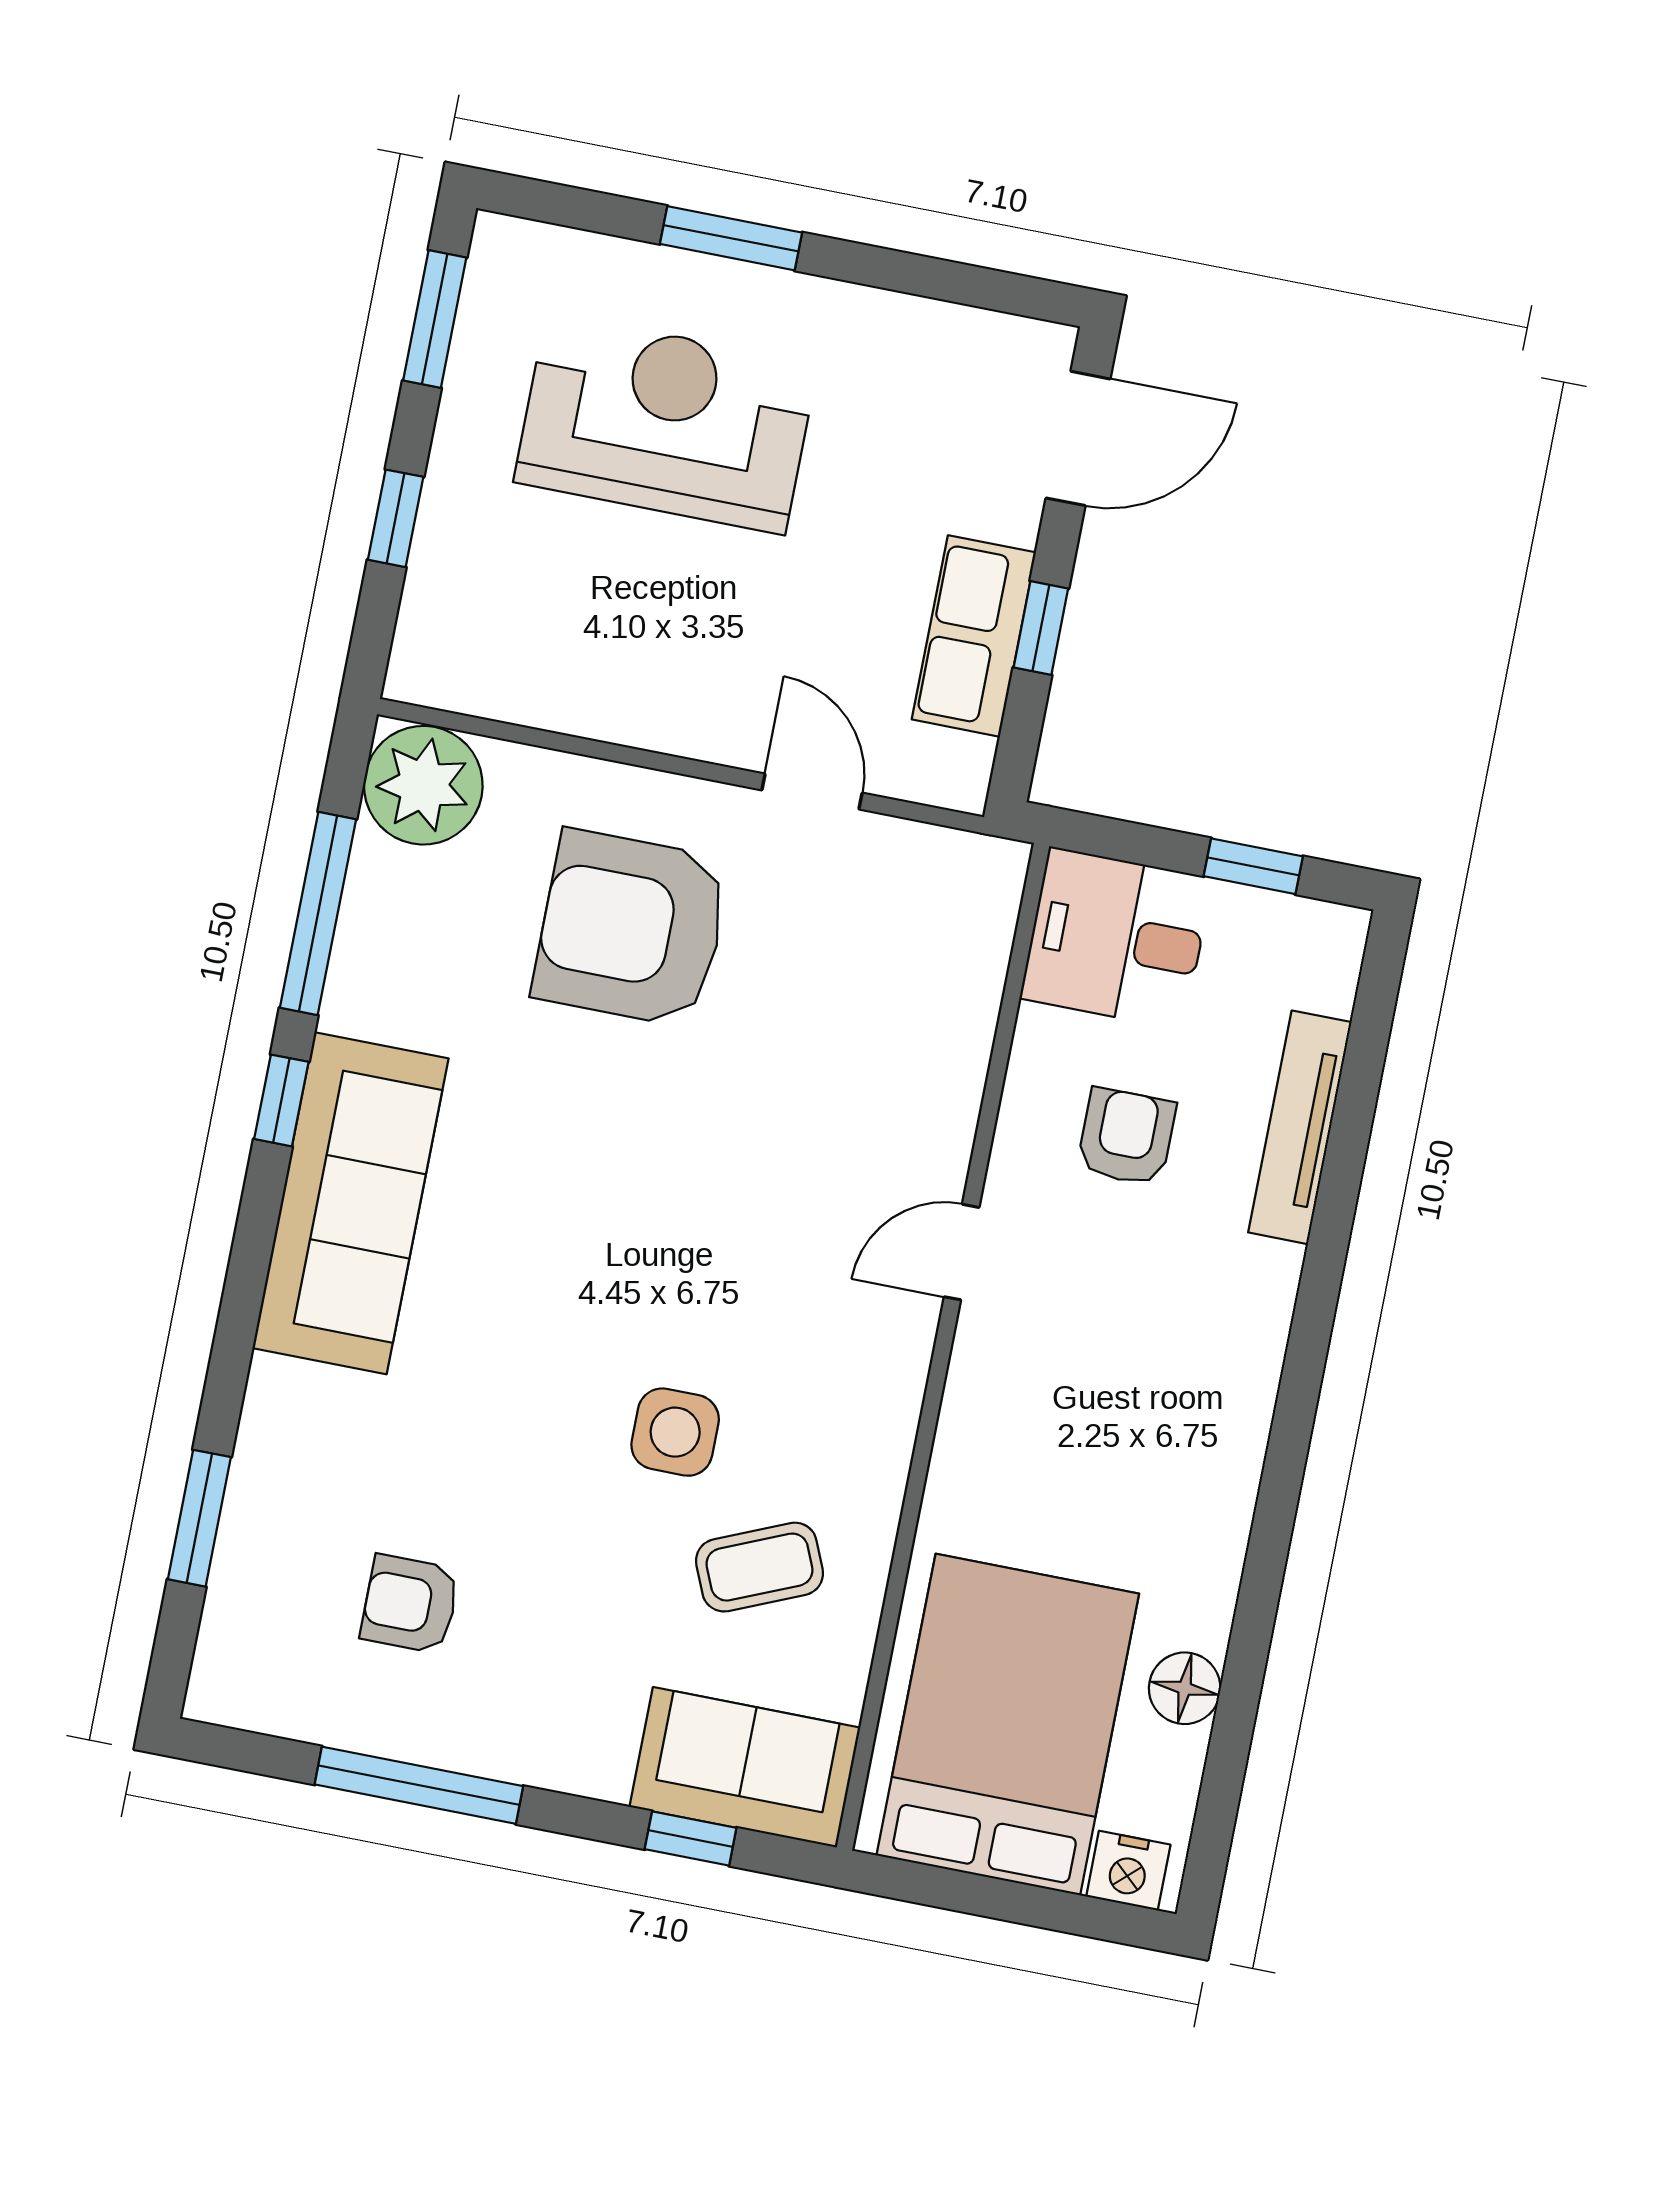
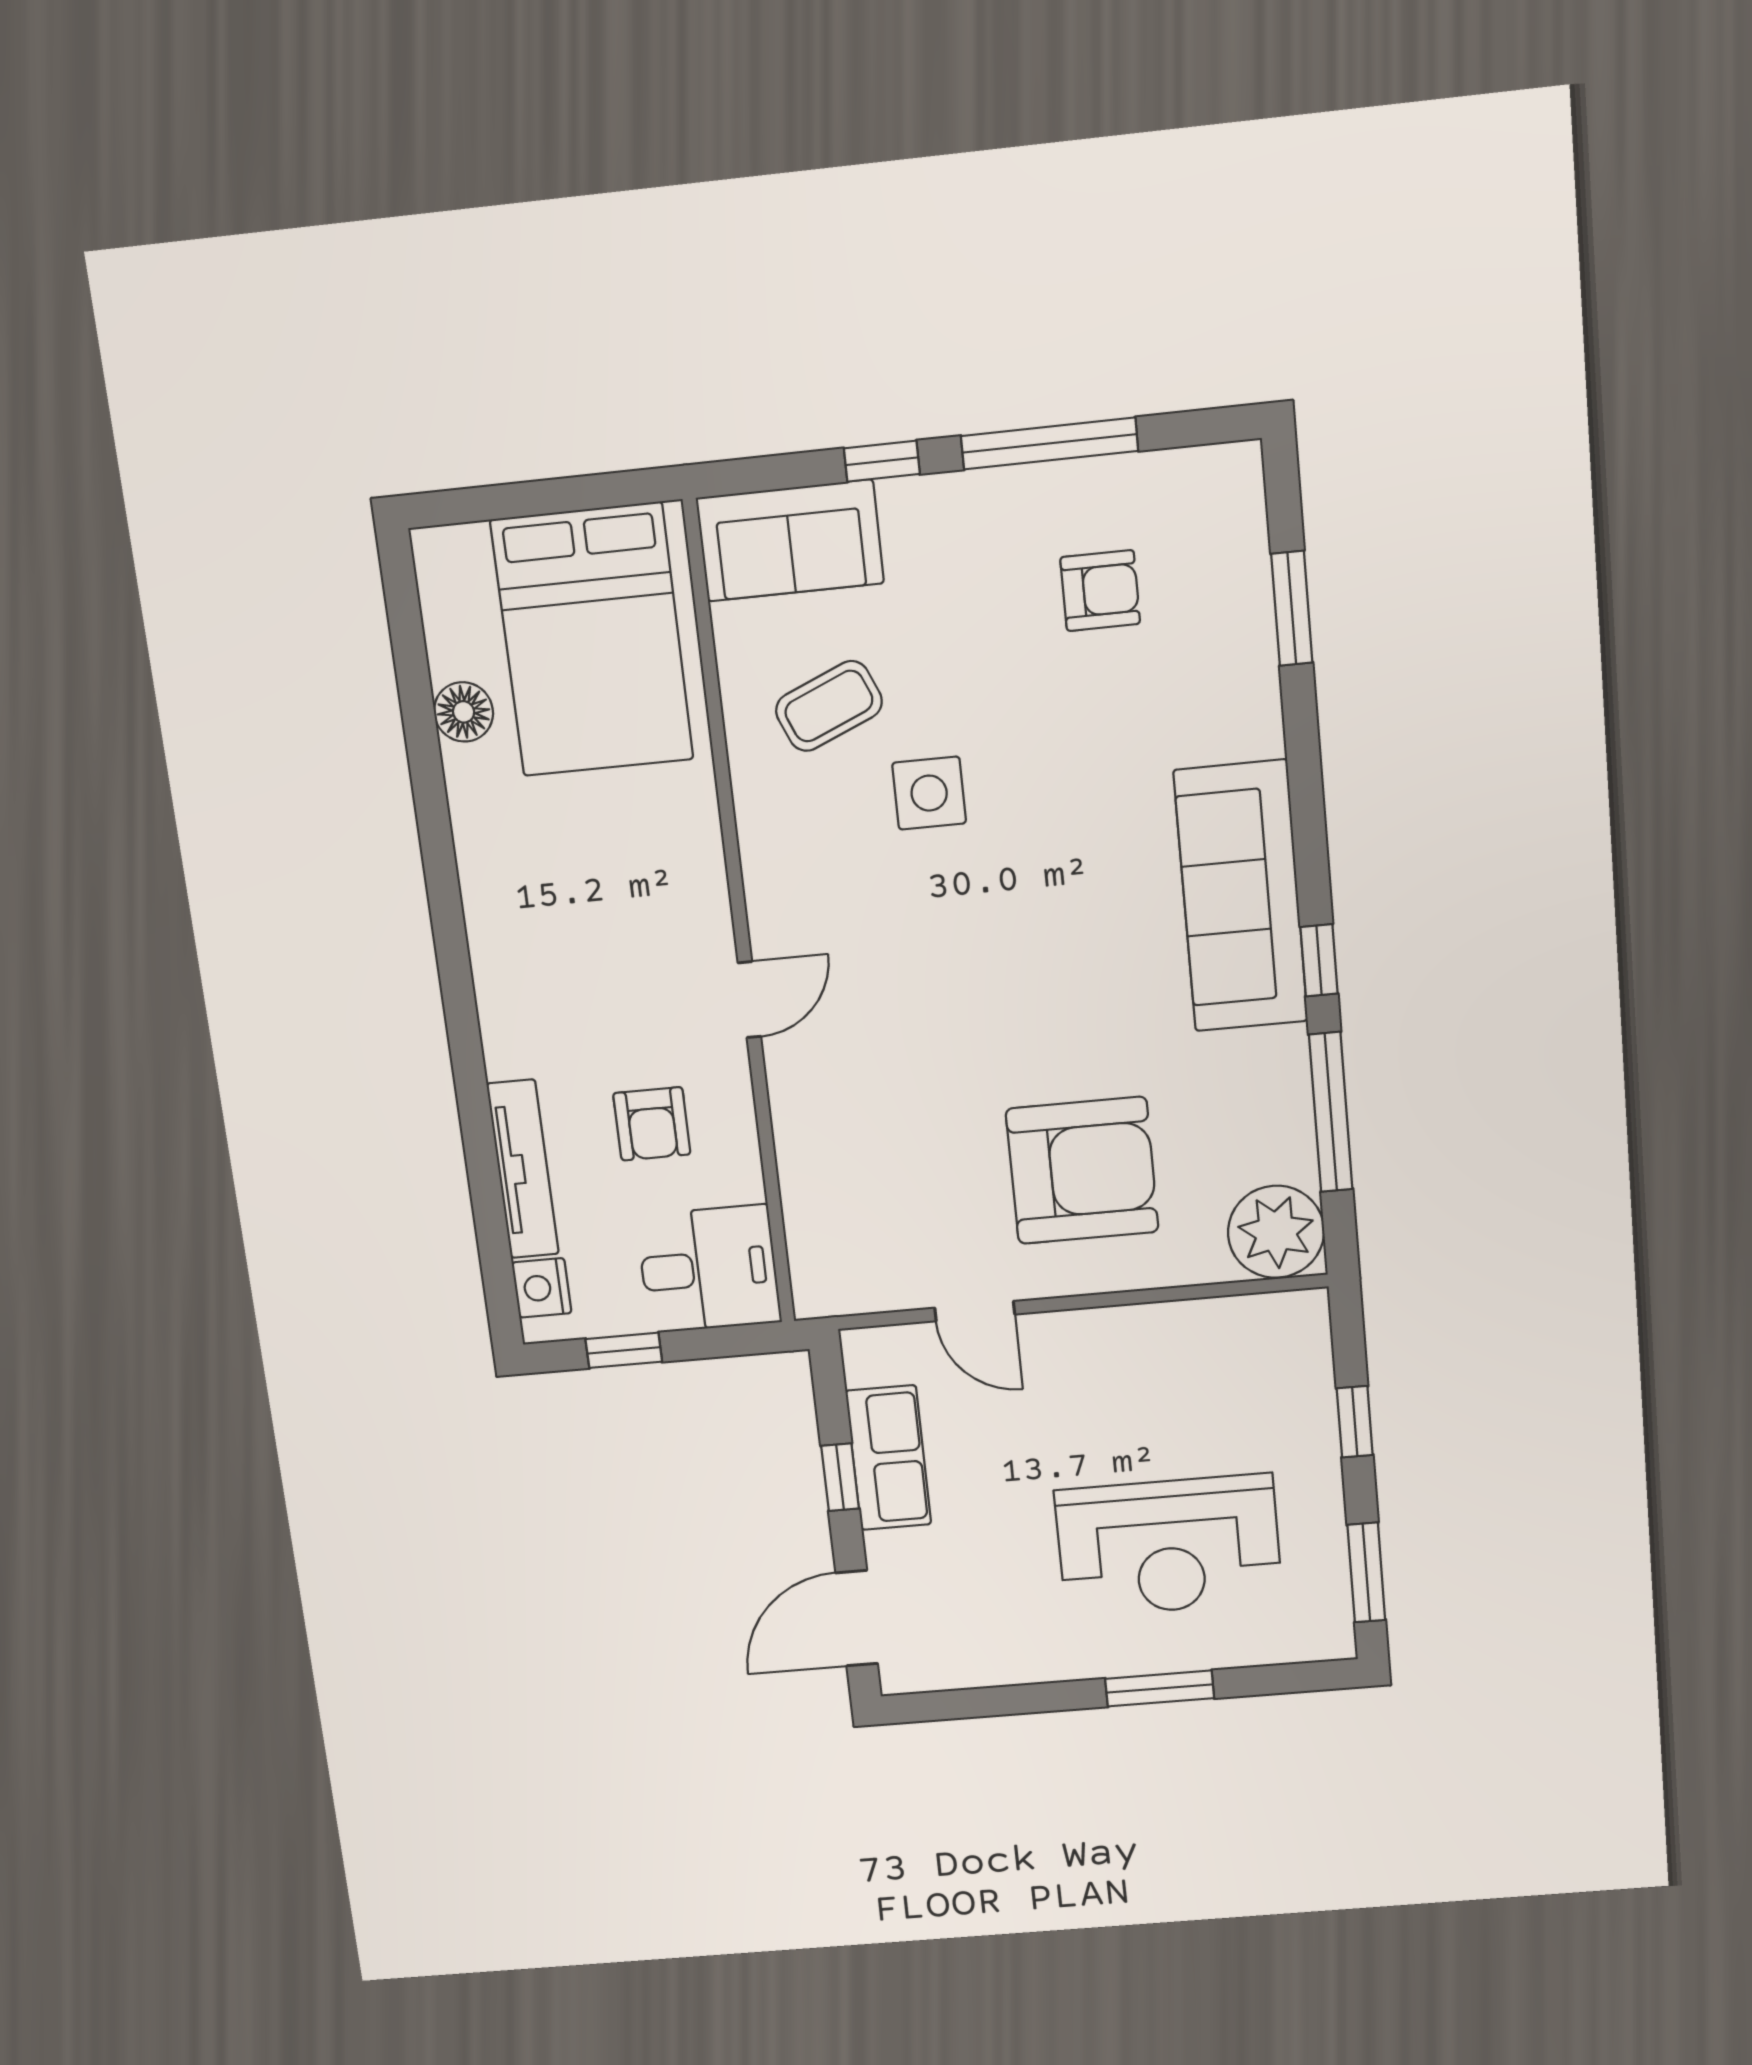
window: (691, 1839) -> (882, 461), moved
nightstand: (1128, 1871) -> (542, 1288), moved, turned -90

